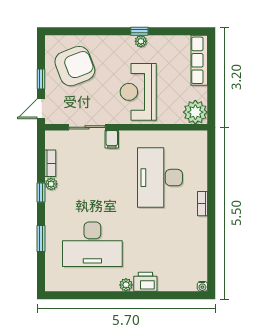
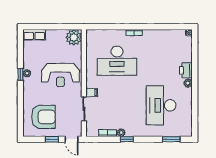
row of seats: (199, 60) -> (34, 35), width x0.68
armchair: (75, 66) -> (43, 117), turned 111
window: (41, 239) -> (171, 139), moved
desk: (92, 244) -> (161, 105), turned 180

